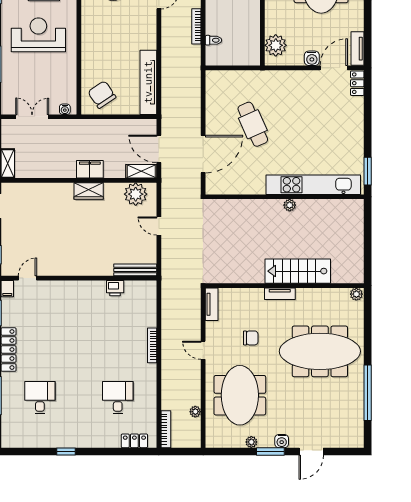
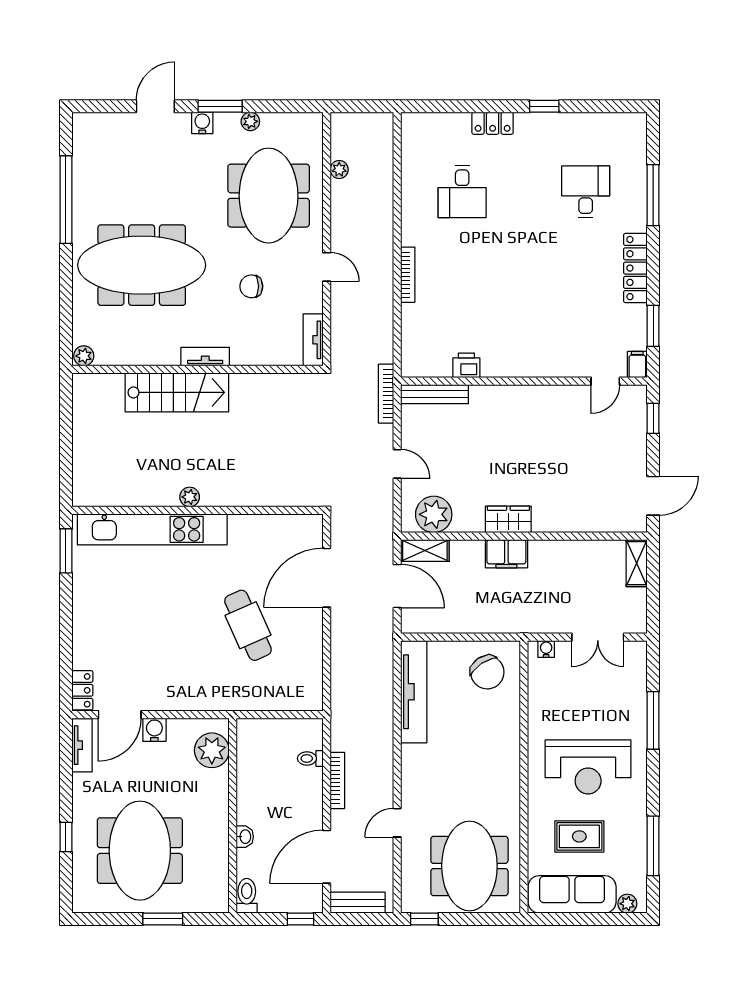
desk: (40, 398) -> (586, 192), turned 180
bookcase: (166, 429) -> (386, 394), moved
locker: (134, 441) -> (493, 123), moved

